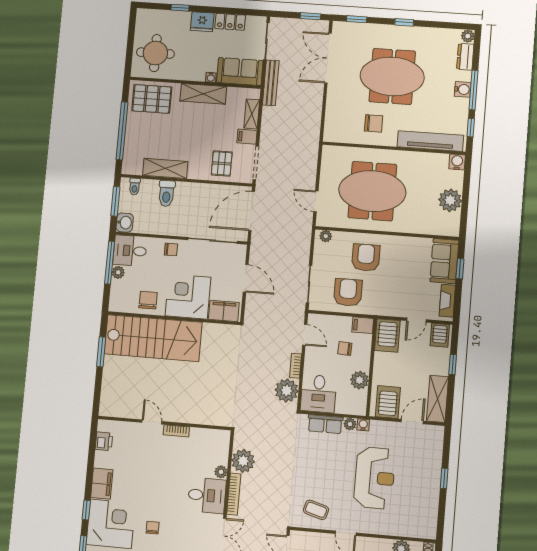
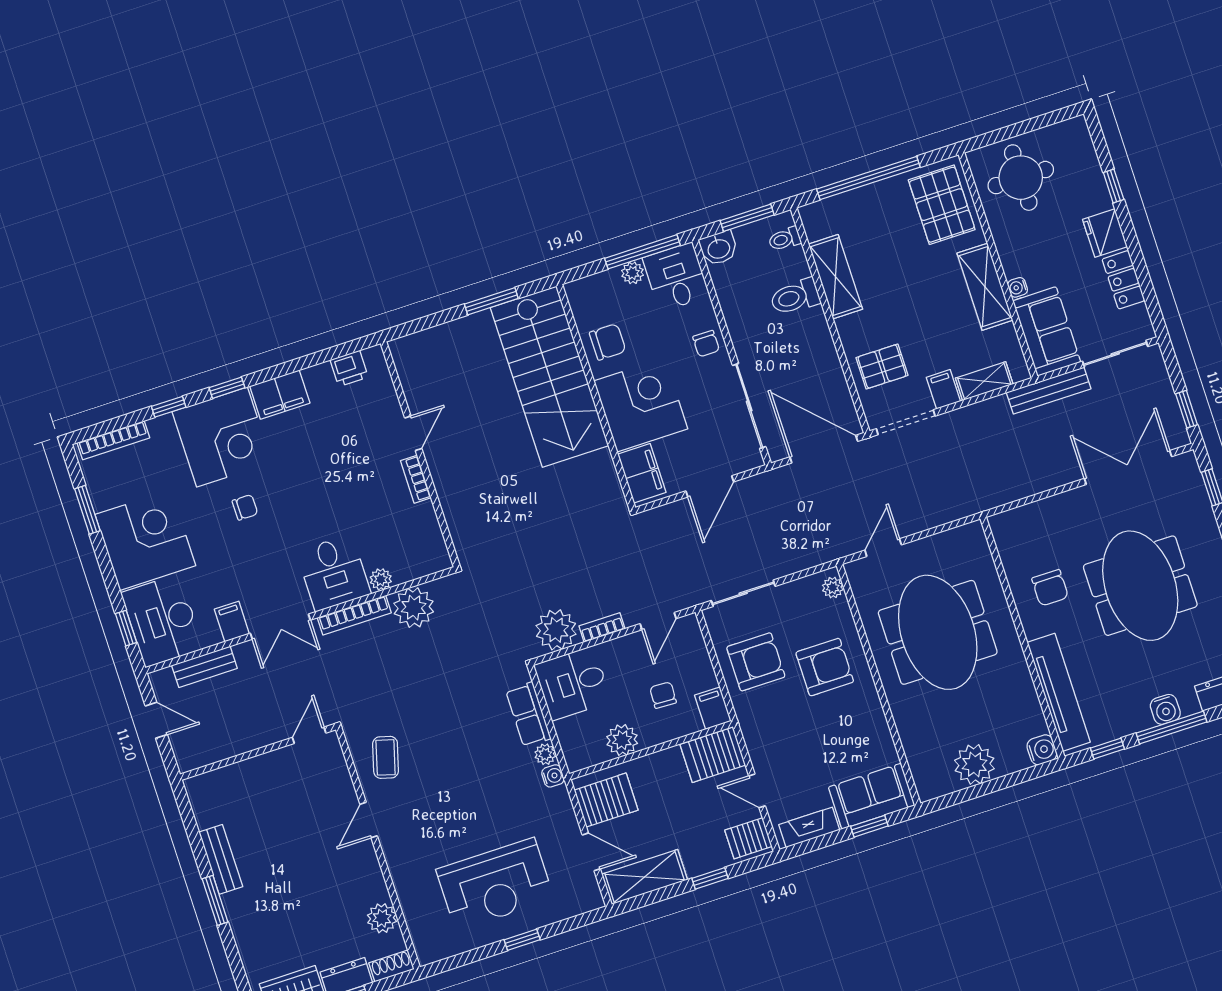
reception desk: (375, 478) -> (495, 884), moved

